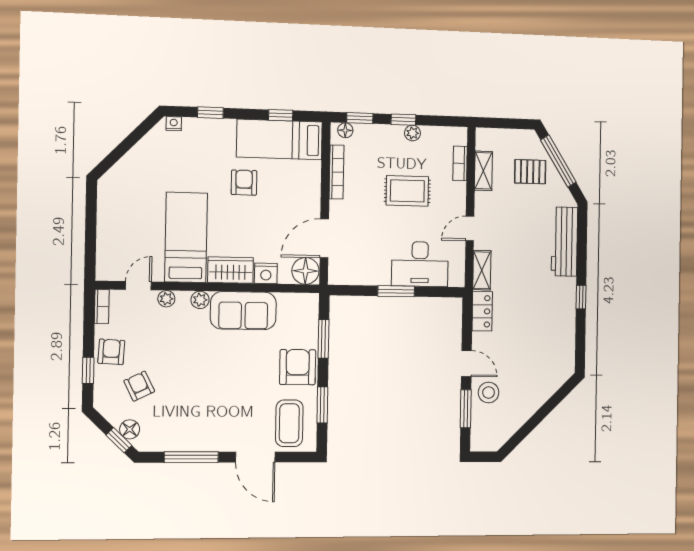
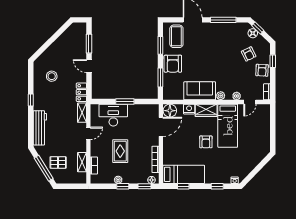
armchair: (244, 183) -> (206, 142), moved
rug: (407, 191) -> (120, 151), turned 90
stool: (489, 393) -> (52, 76), moved

